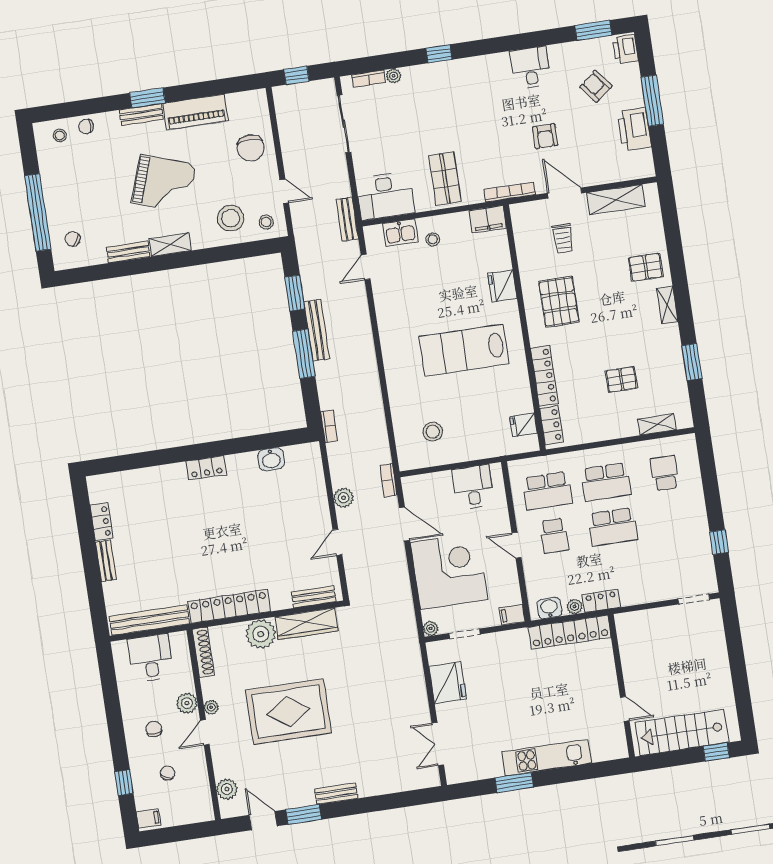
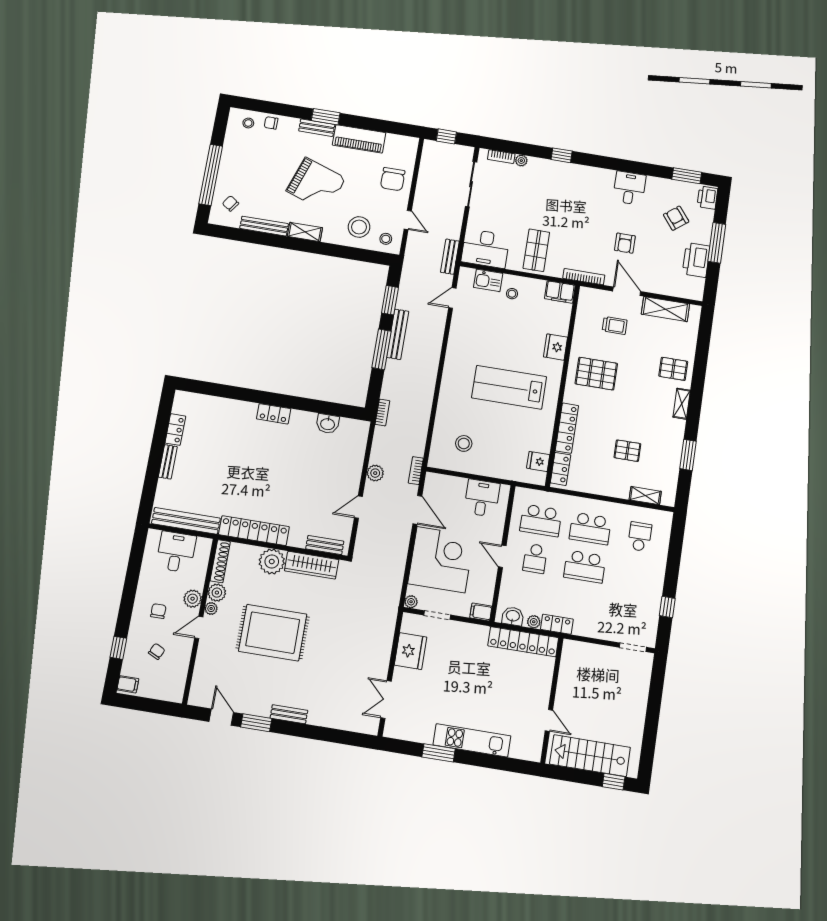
trolley: (563, 238) -> (615, 325), turned -90
bench: (128, 252) -> (264, 226), width x1.36
pallet: (559, 302) -> (596, 374), turned 90
plant: (227, 789) -> (217, 593), moved

